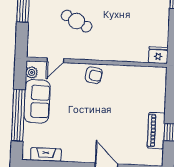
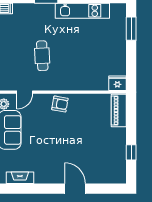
cafe table: (77, 21) -> (42, 56), turned 60
piano: (156, 131) -> (119, 110), moved

